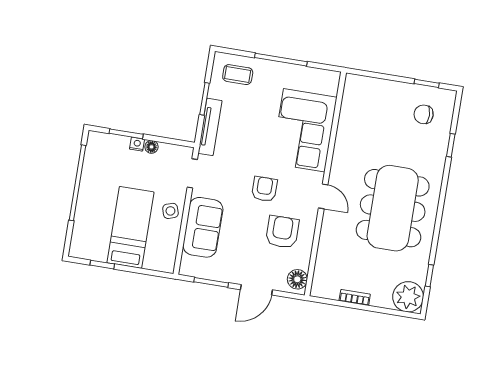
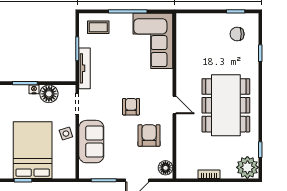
corner sofa: (304, 130) -> (153, 41), moved
floor lamp: (151, 147) -> (49, 94), width x1.89, depth x1.89
bed: (130, 227) -> (33, 150), width x1.50

